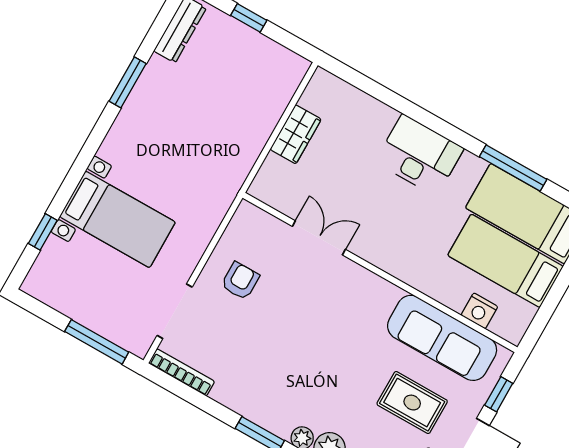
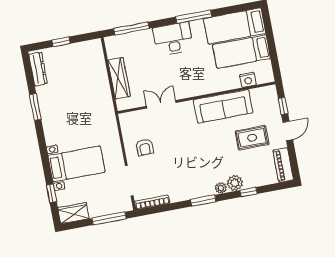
window: (370, 87) -> (131, 28), added
wardrobe: (296, 134) -> (119, 78), width x1.50
window: (513, 168) -> (194, 17), moved
armchair: (240, 281) -> (145, 147), turned 180
wardrobe: (51, 289) -> (73, 213), added
sofa: (442, 338) -> (223, 106), moved

